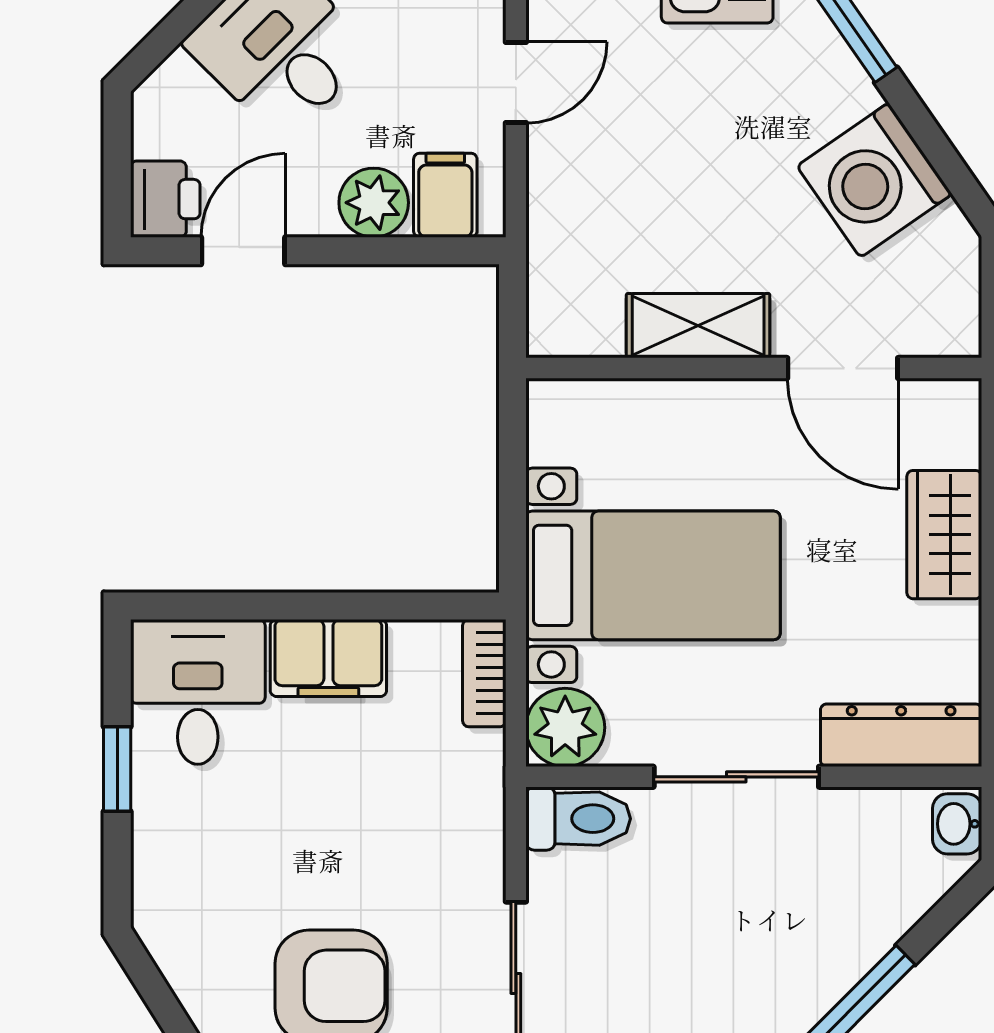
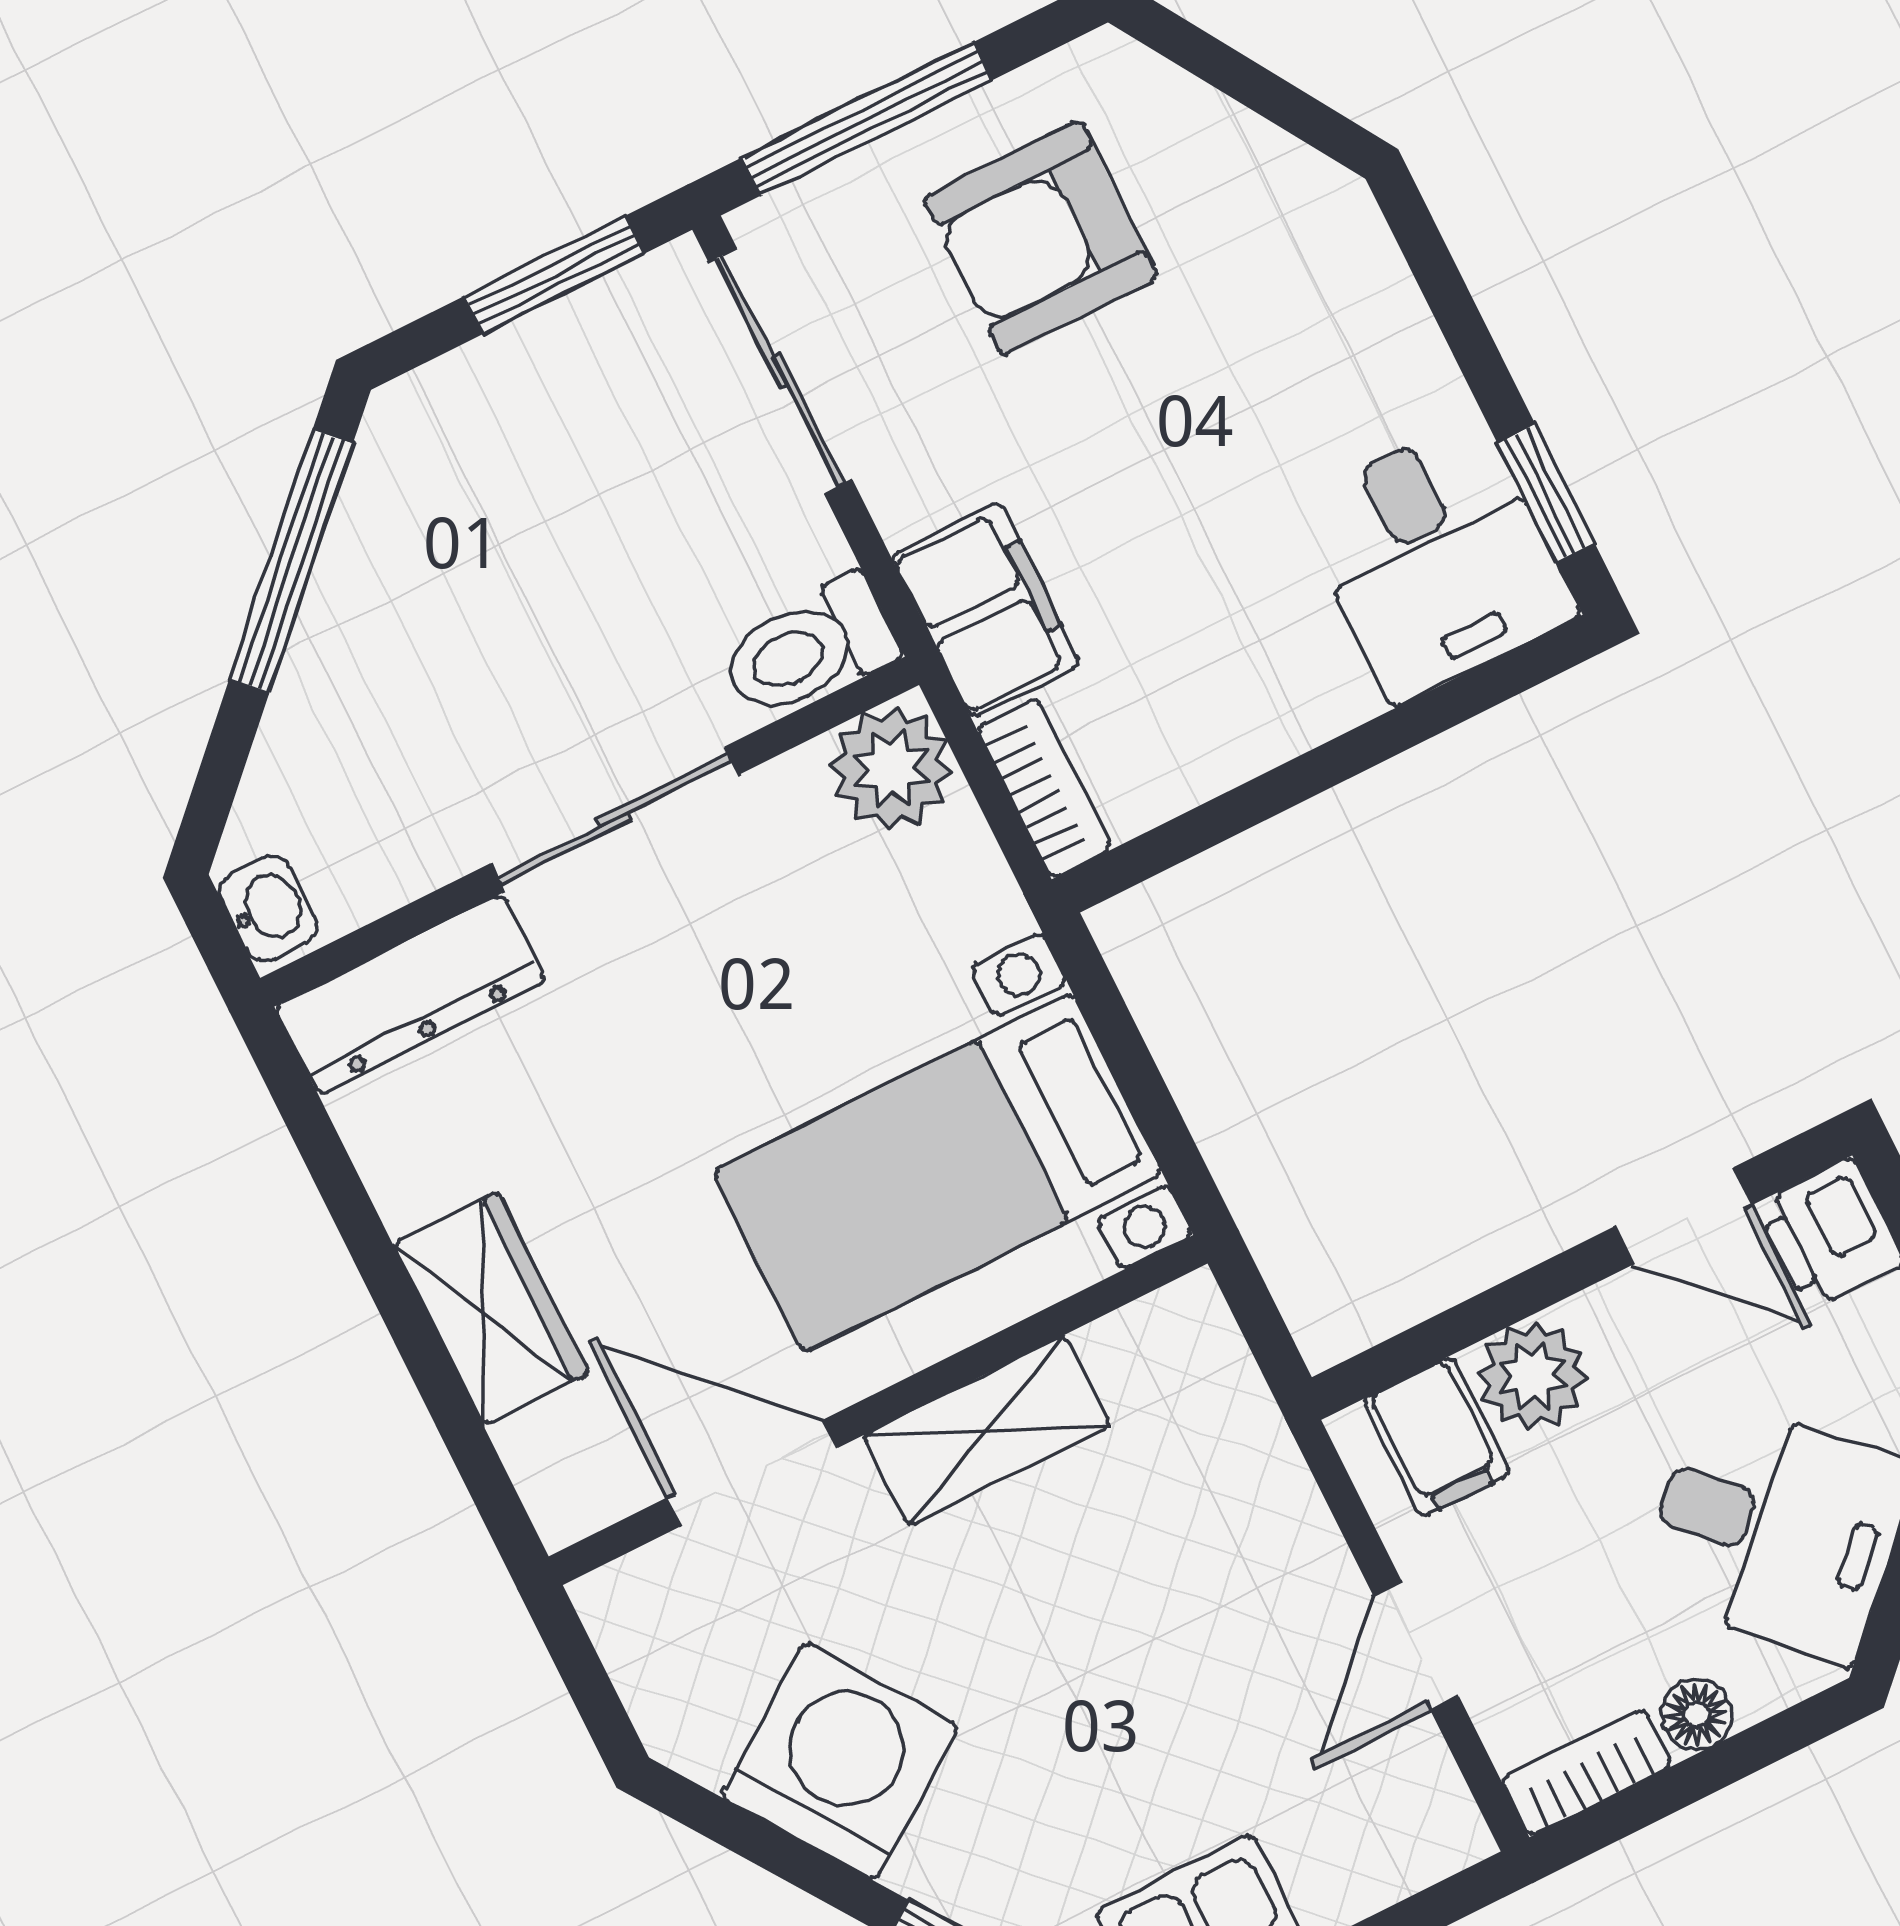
door: (243, 251) -> (1683, 1216), hinge flipped
bed with nightstands: (653, 575) -> (938, 1173), moved
filing cabinet: (328, 658) -> (986, 610), moved, turned 90
window: (117, 769) -> (1546, 493), moved

